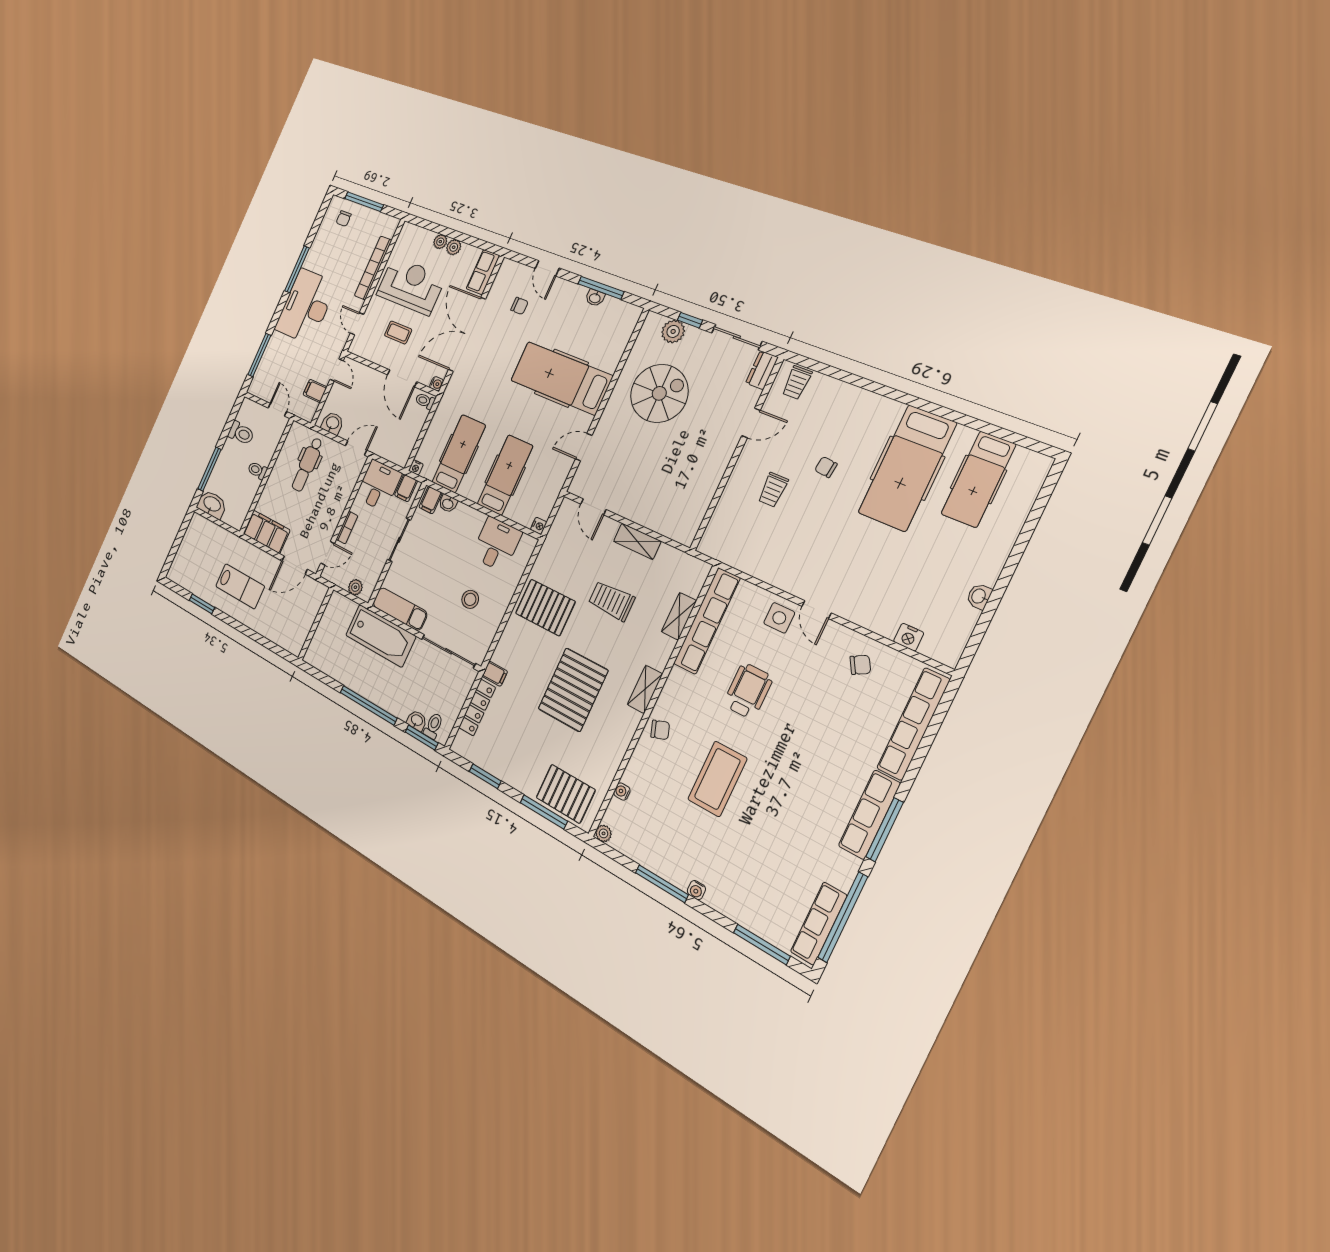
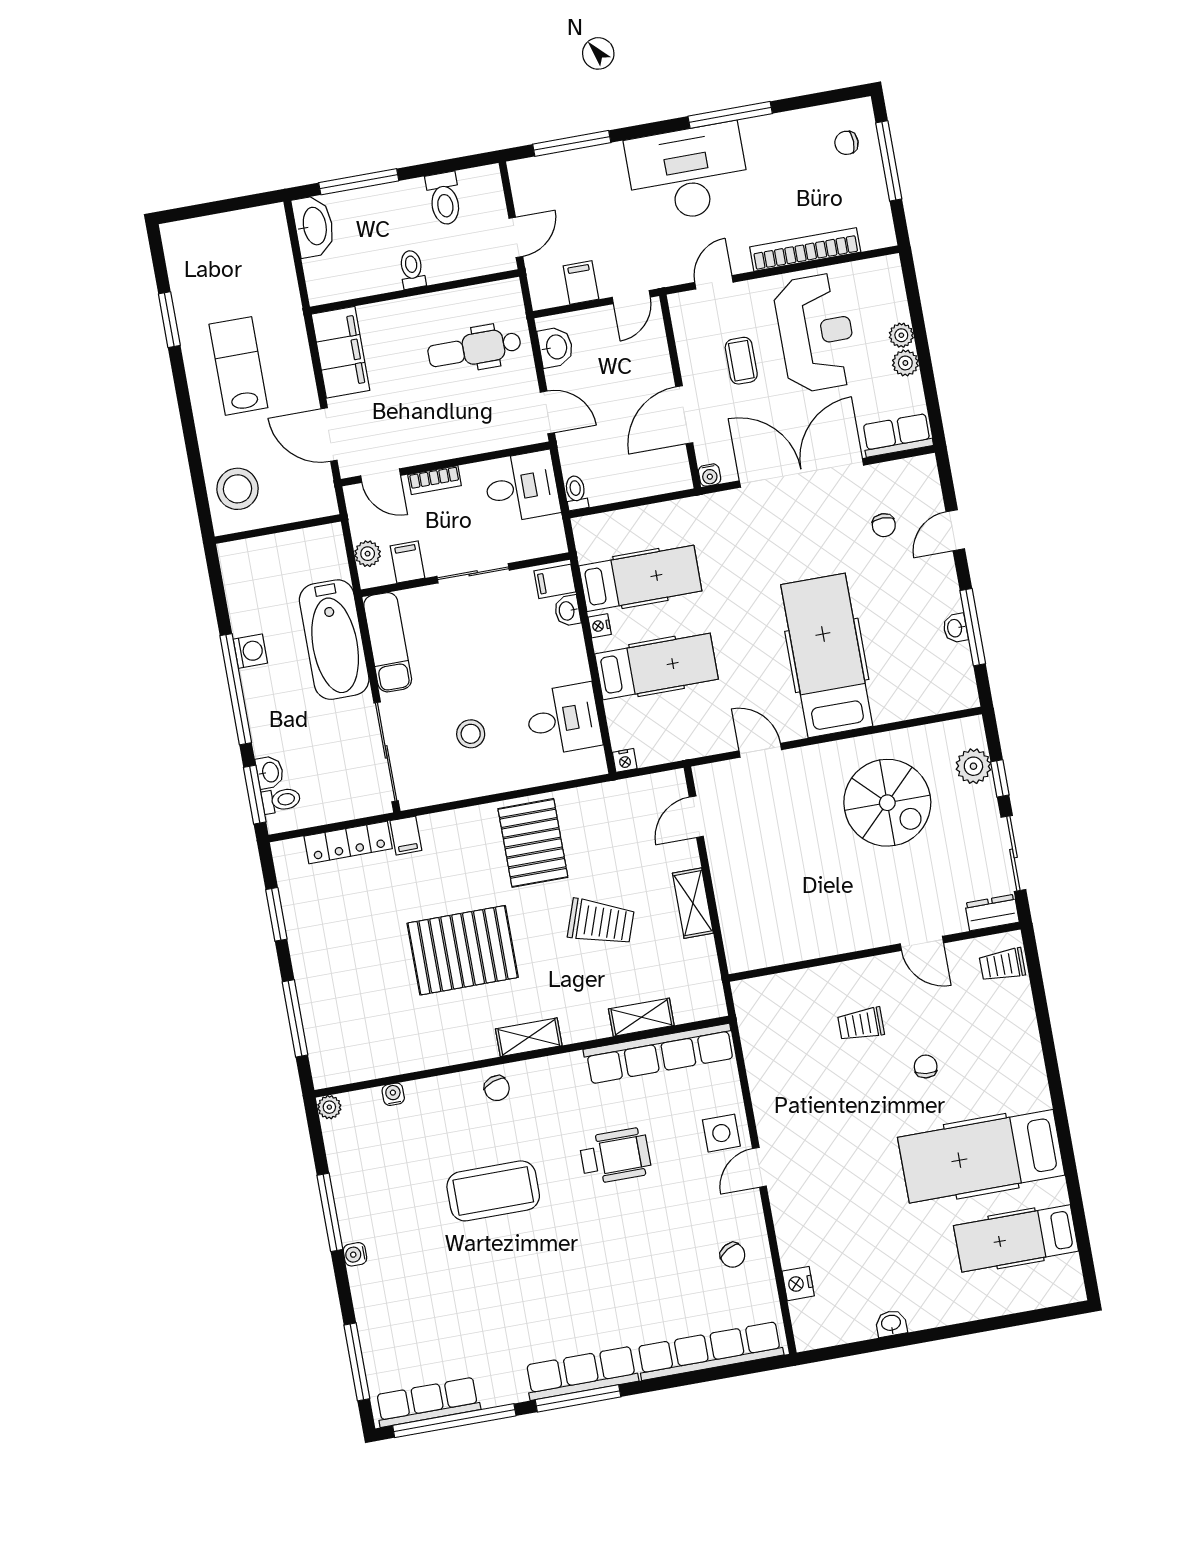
toilet: (425, 401) -> (576, 493), moved
nightstand: (416, 467) -> (600, 626), moved
filing cabinet: (406, 488) -> (407, 562), moved, turned 90
lab bench: (240, 586) -> (238, 366), turned 180
trolley: (612, 601) -> (601, 922), turned 109
stool: (287, 629) -> (238, 489), added
washing machine: (357, 683) -> (250, 651), added
pallet: (566, 794) -> (337, 1030), removed

